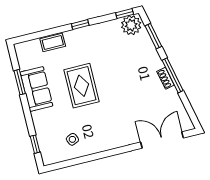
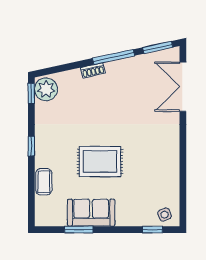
window: (153, 36) -> (158, 47), moved
shoe rack: (165, 78) -> (93, 70), moved
side table: (72, 139) -> (165, 215), moved

